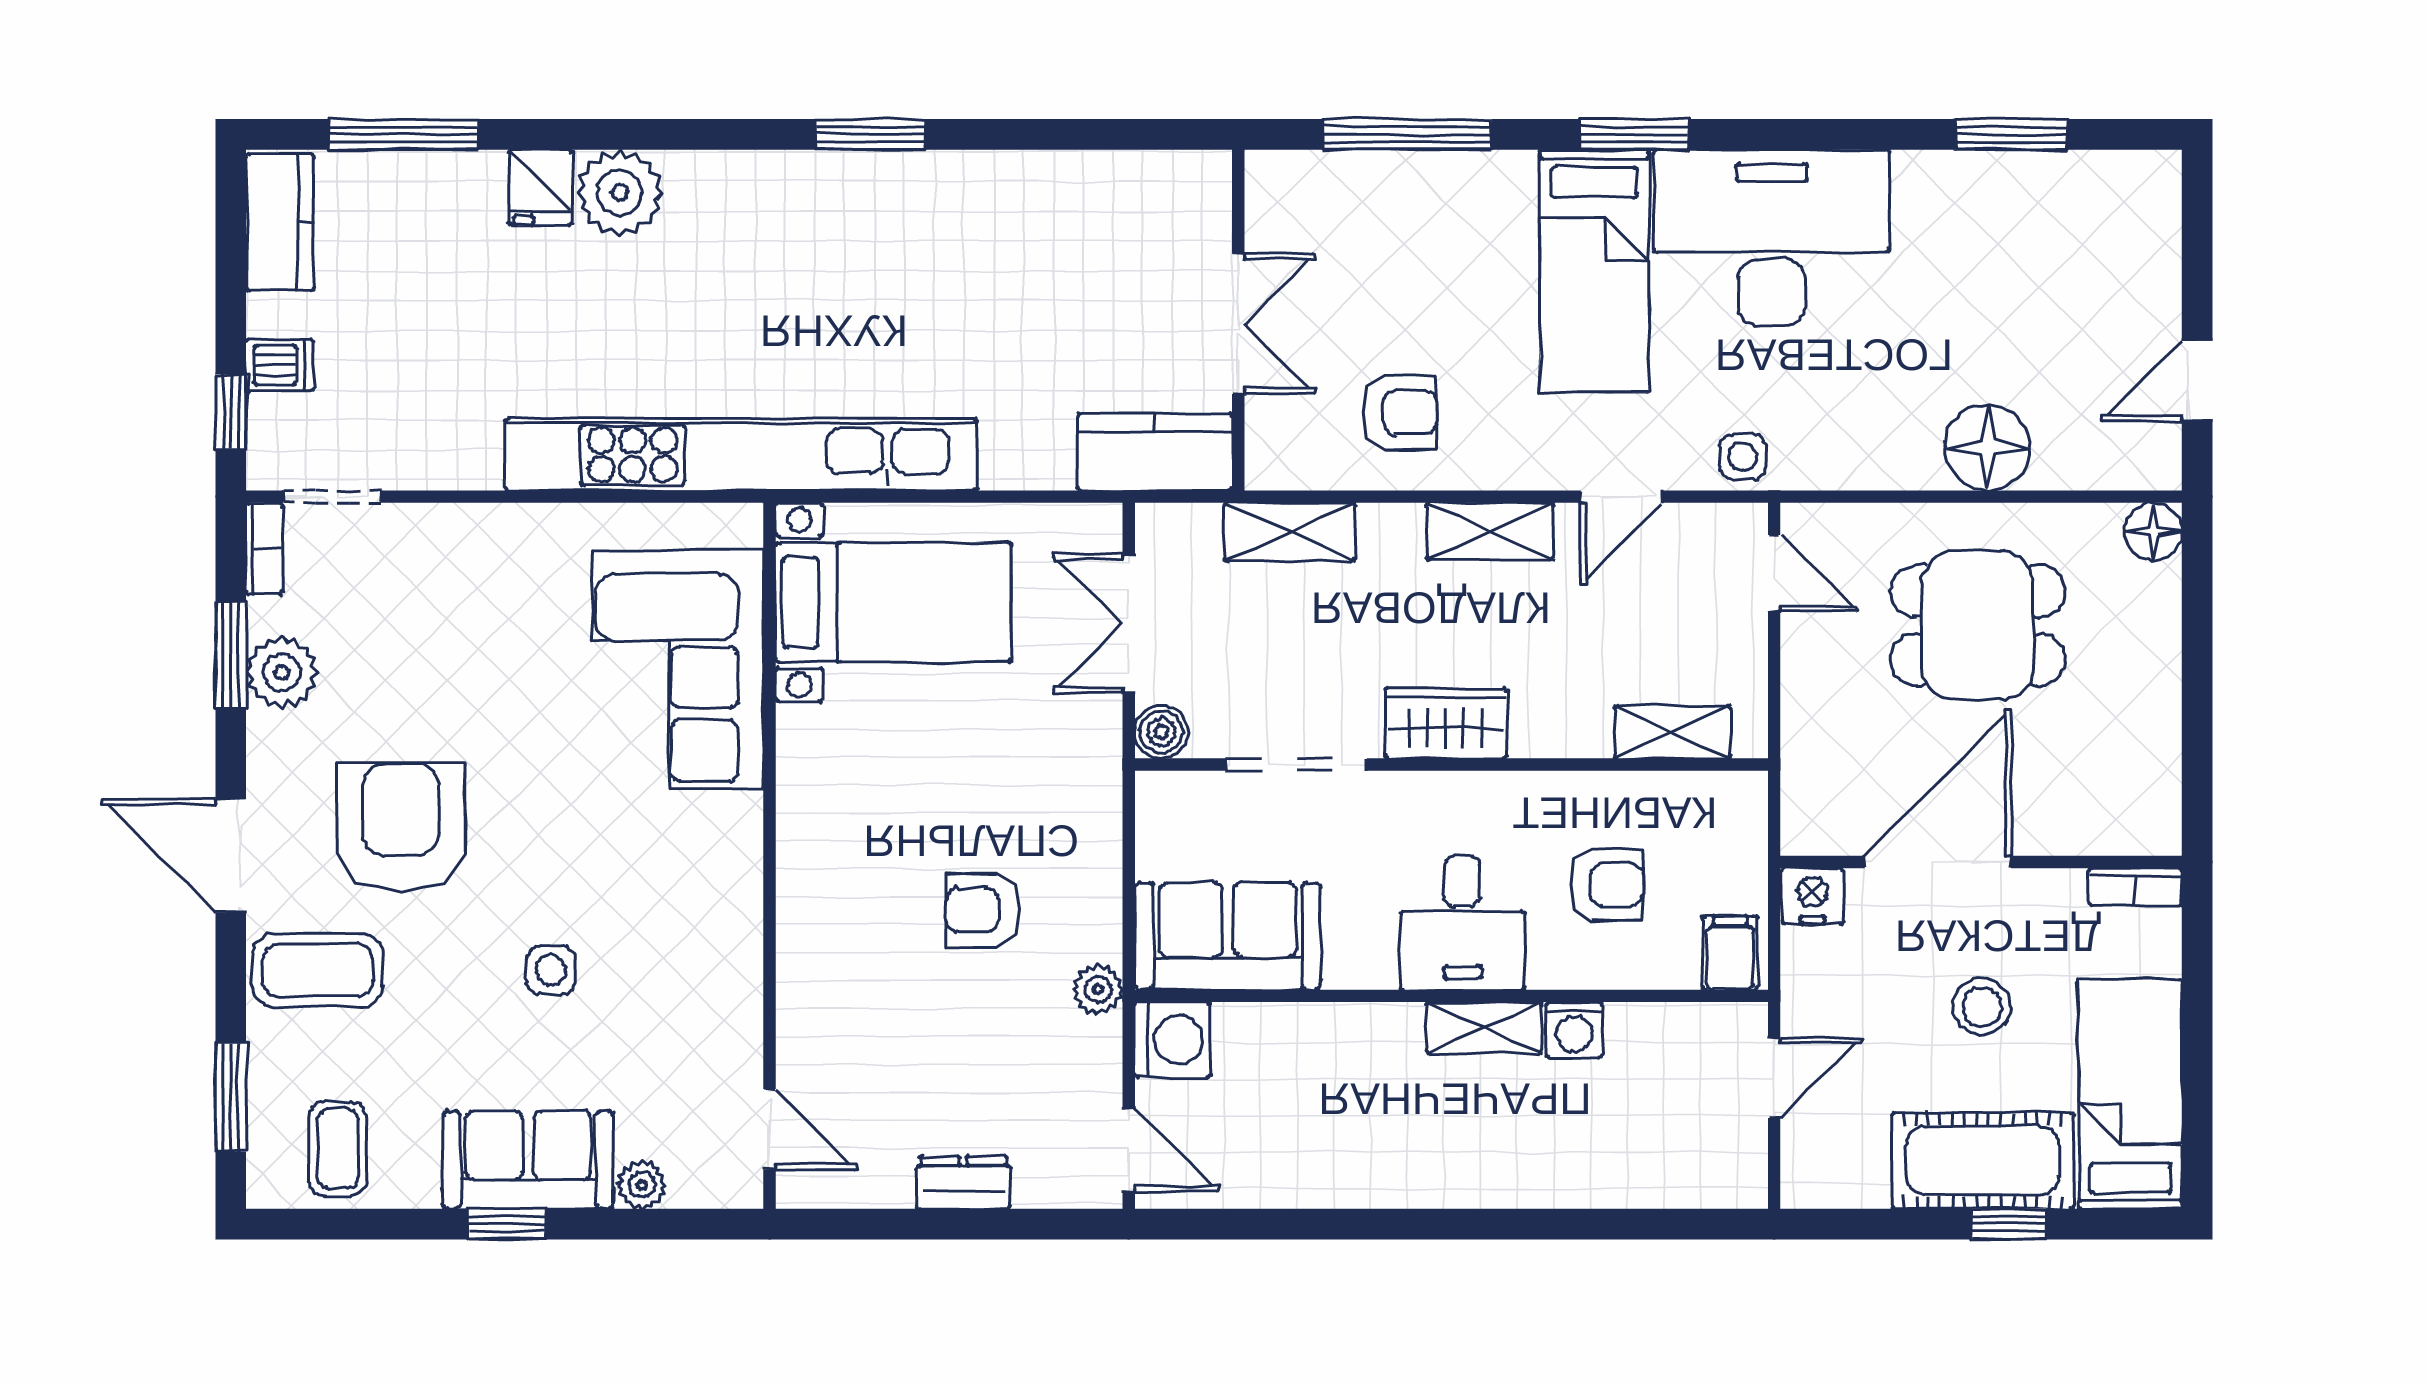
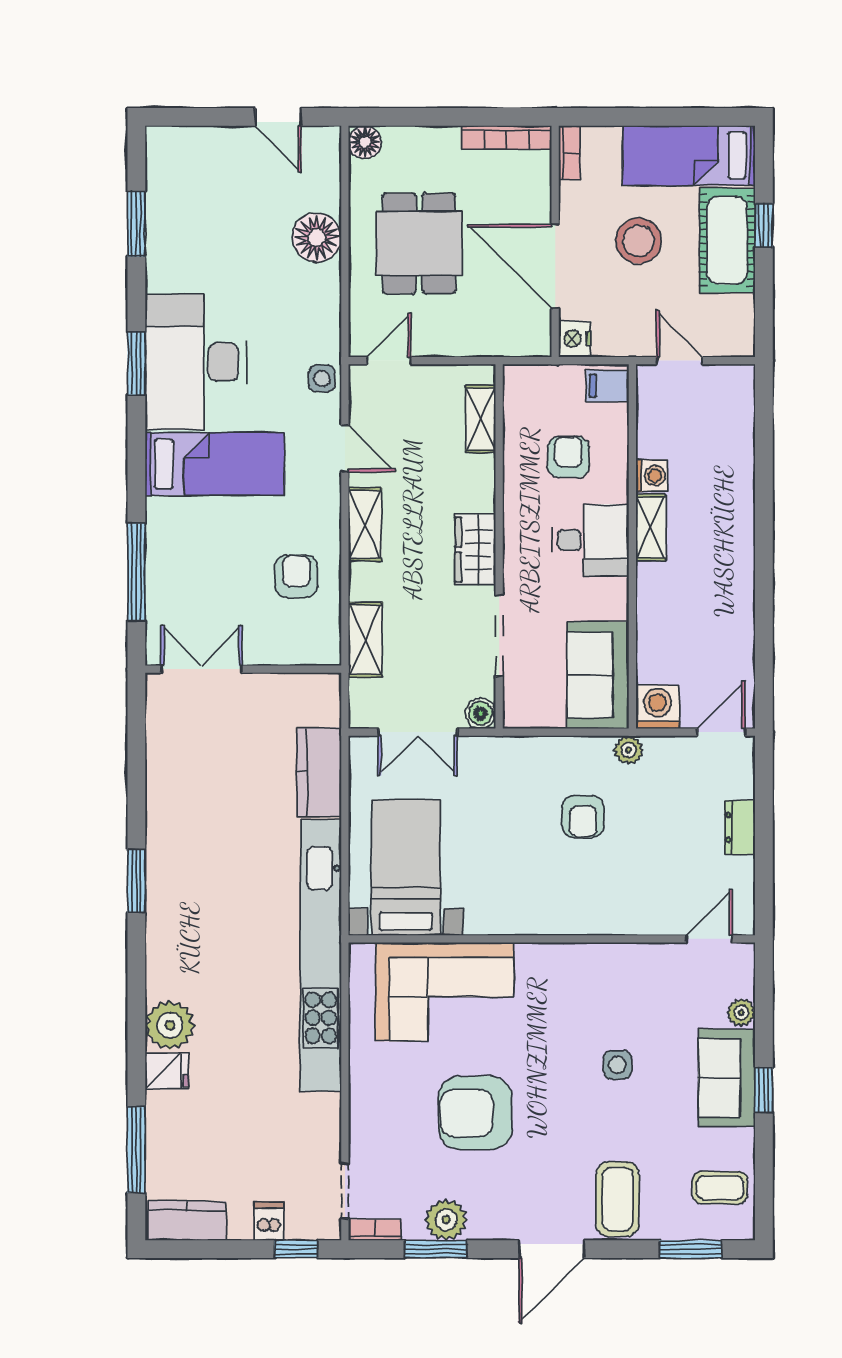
window: (1634, 134) -> (136, 363), moved
double door: (1238, 324) -> (201, 669), moved
kitchen counter: (1155, 452) -> (319, 772), moved
bookcase: (2162, 777) -> (506, 137), added
armchair: (401, 828) -> (475, 1113), moved
stool: (1982, 1007) -> (639, 241), width x1.38, depth x1.38

